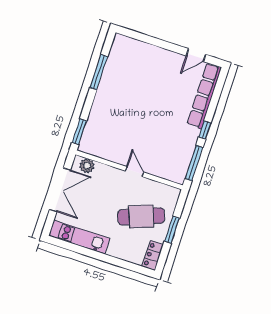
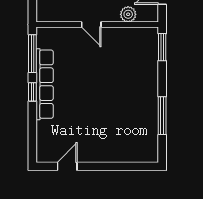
row of seats: (204, 96) -> (45, 84), moved
plant: (87, 166) -> (128, 14), moved

